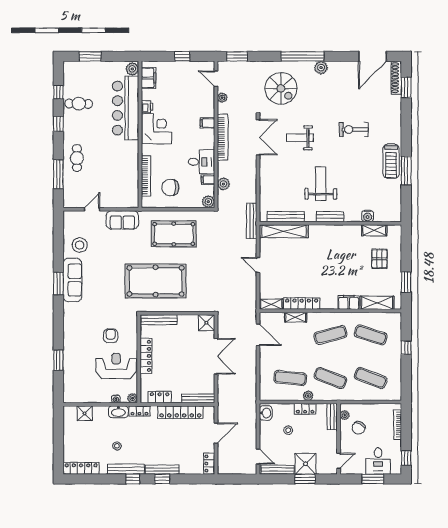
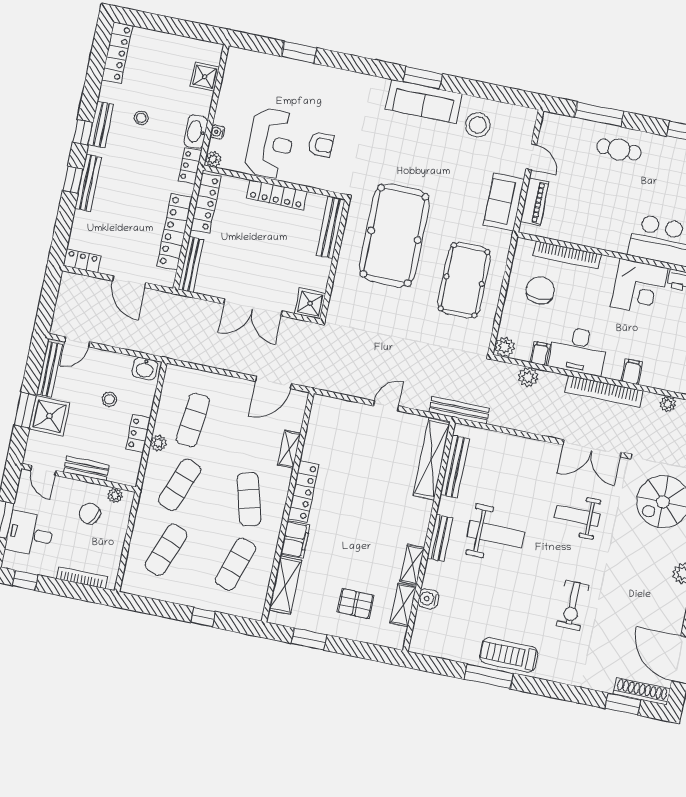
exercise bike: (354, 130) -> (572, 605), turned 180
weight bench: (300, 138) -> (577, 516), turned -90
desk: (201, 162) -> (578, 351), width x1.37
piano: (118, 202) -> (535, 202), added
shelving: (271, 304) -> (412, 565), moved
locker: (302, 304) -> (303, 492), moved
locker: (160, 397) -> (206, 203), width x1.53
bench: (332, 417) -> (86, 468), moved
bench: (126, 469) -> (101, 125), width x0.73

